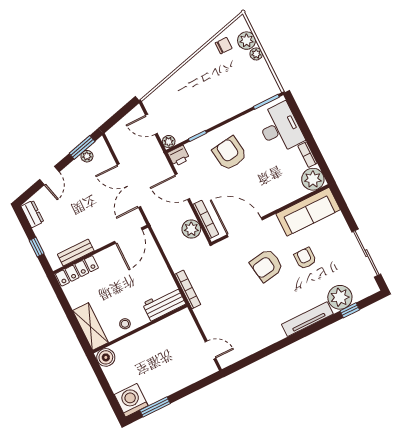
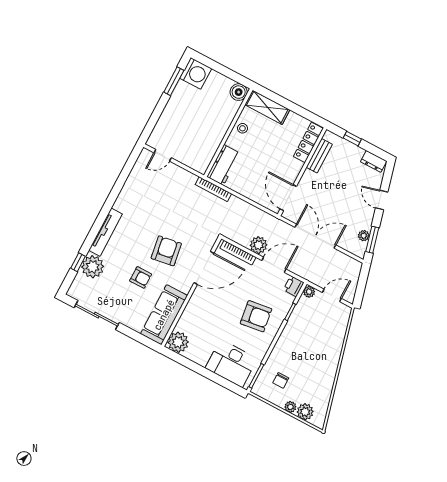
chair: (224, 46) -> (281, 380), moved
bookcase: (308, 155) -> (196, 358), removed
plant: (191, 229) -> (258, 245), moved

